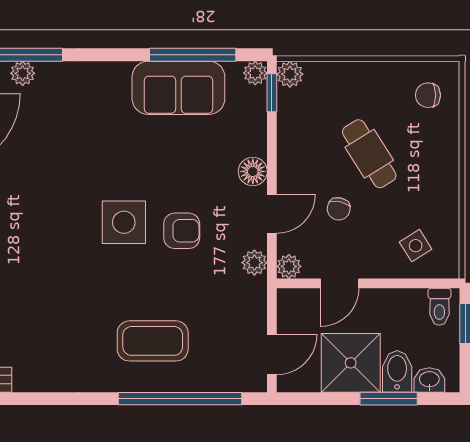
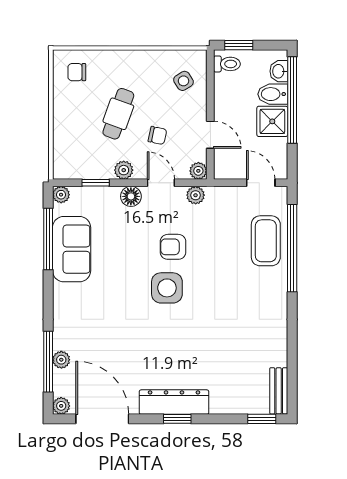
plant: (290, 74) -> (124, 170), moved
window: (272, 93) -> (96, 183), moved
chair: (428, 95) -> (77, 72), turned 90
cafe table: (369, 154) -> (118, 114), turned -38
armchair: (182, 231) -> (173, 247), turned -90
coffee table: (153, 341) -> (266, 241), moved
shower: (351, 363) -> (272, 121), width x0.73, depth x0.73
window: (389, 399) -> (292, 100), width x2.11

